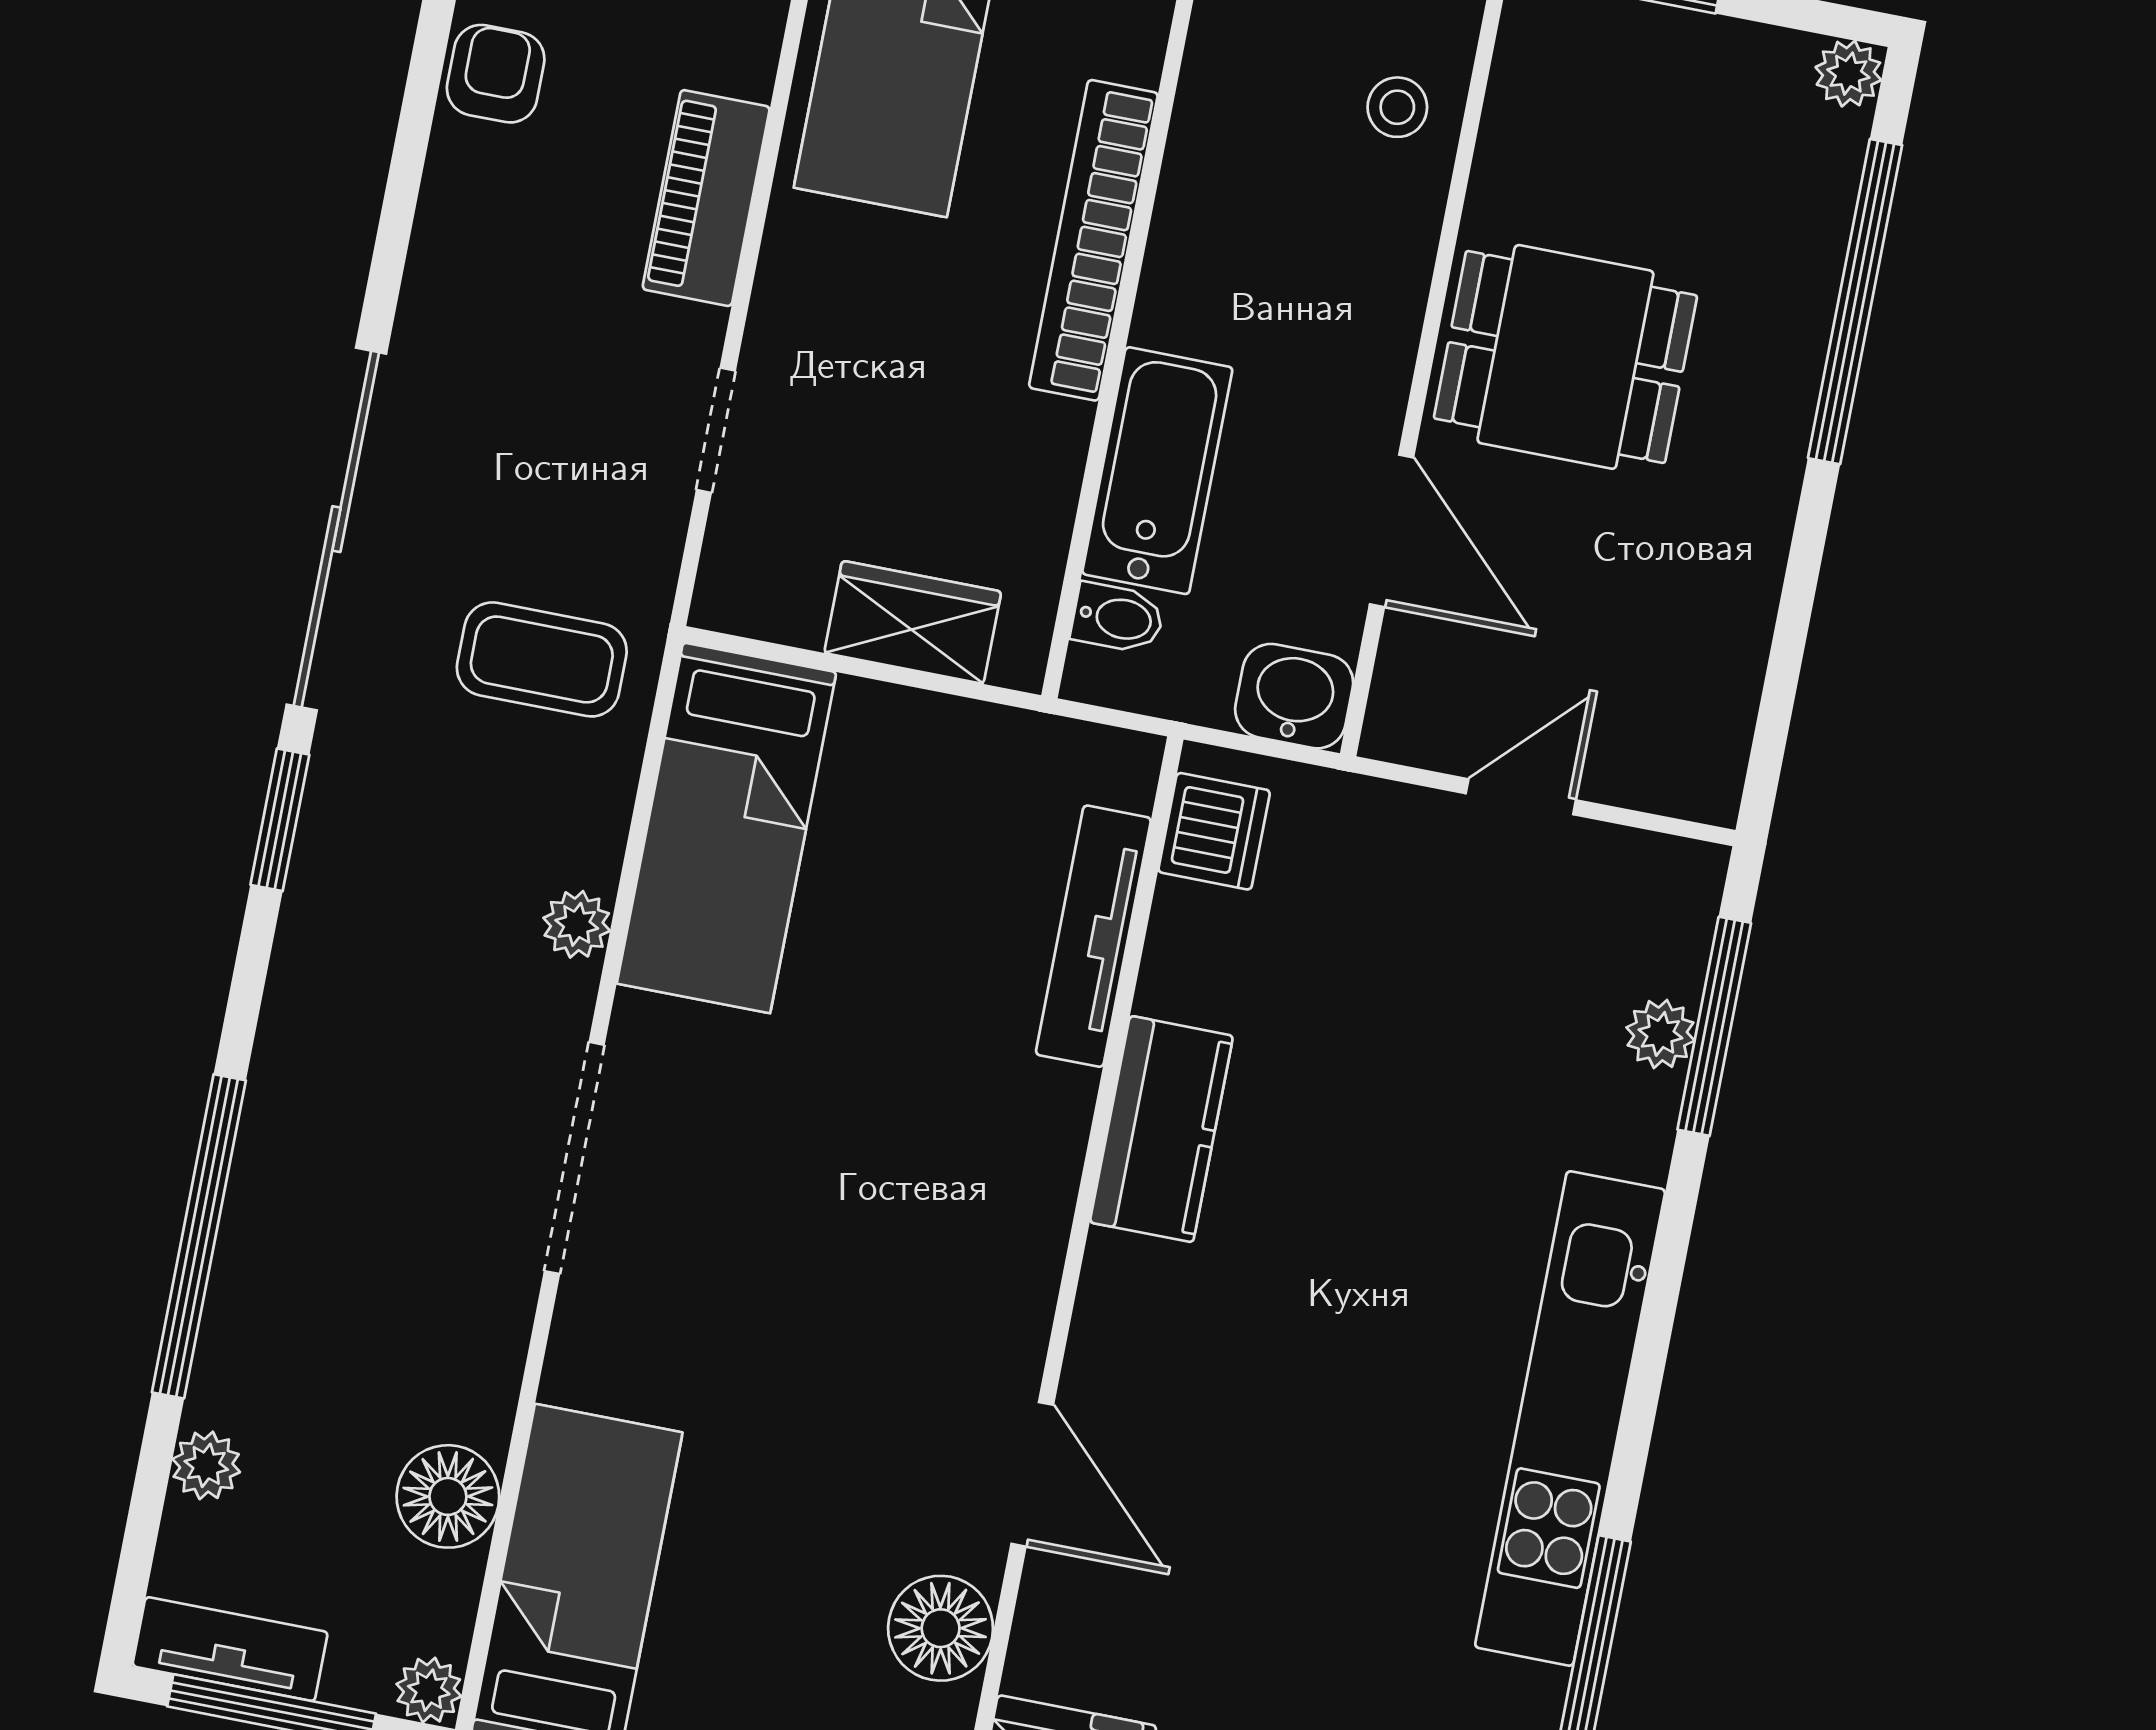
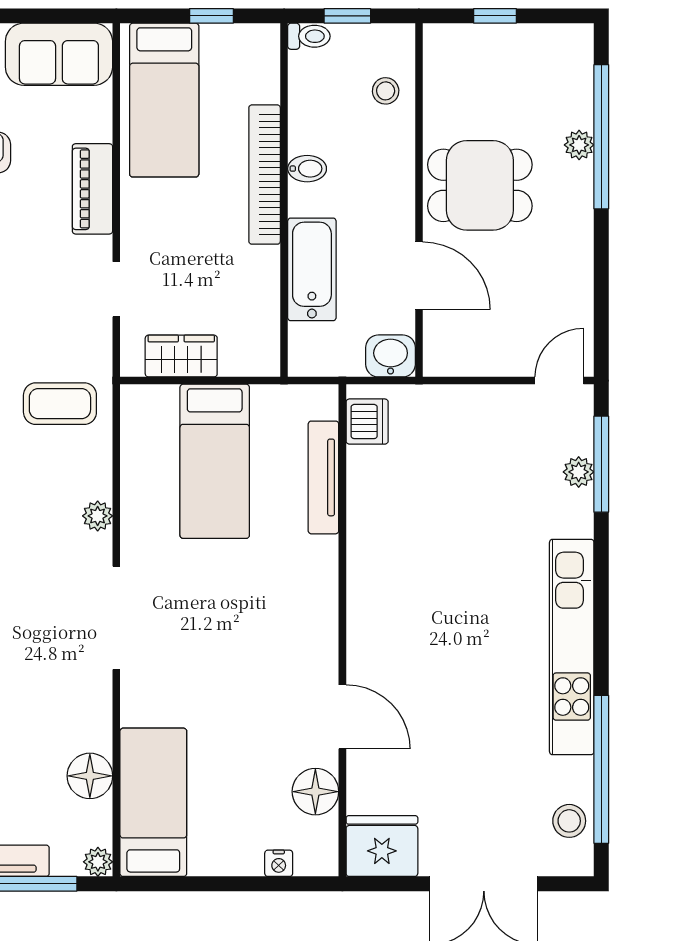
plant: (1848, 74) -> (579, 145), moved
bidet: (1118, 618) -> (307, 169), moved
wardrobe: (913, 622) -> (181, 356), moved
door: (1521, 797) -> (559, 381), moved
bed: (727, 828) -> (215, 461), moved
kitchen counter: (1161, 1129) -> (369, 556), removed

